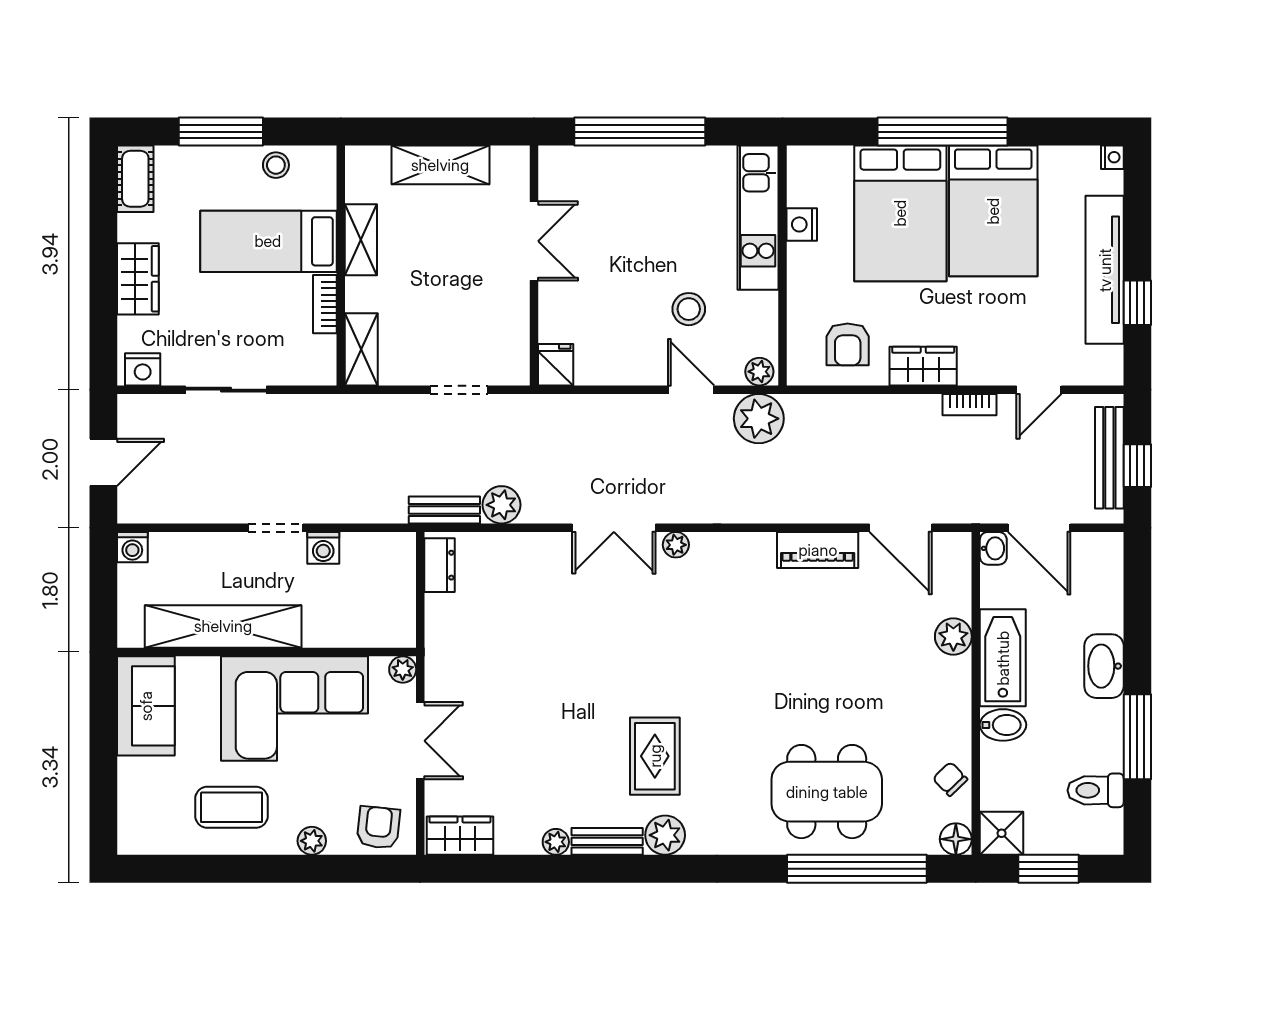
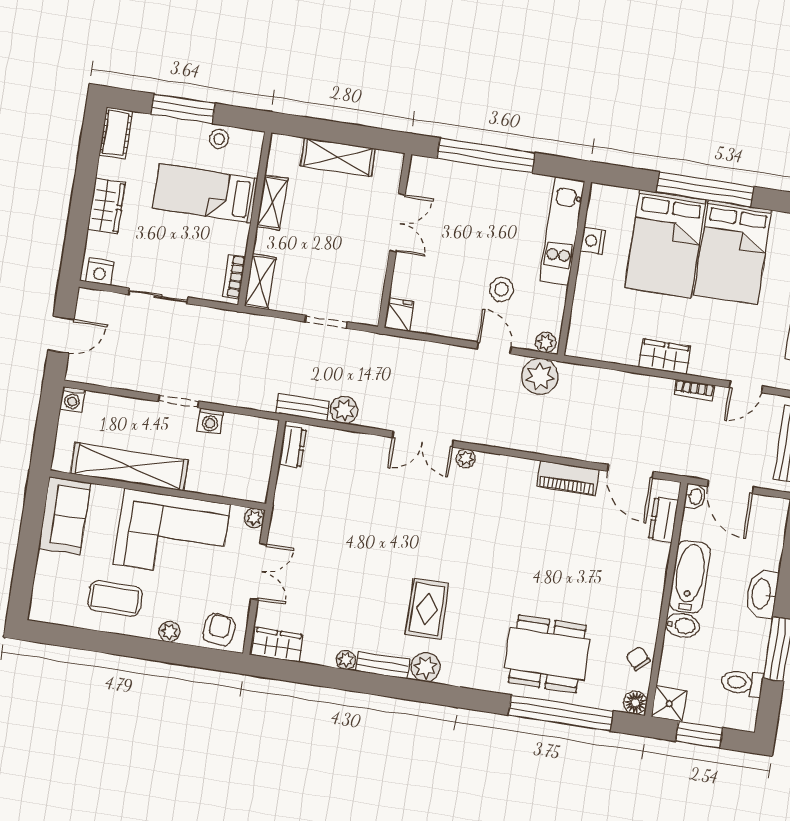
bookcase: (325, 304) -> (234, 277), moved
armchair: (848, 344) -> (613, 333), removed
dresser: (955, 586) -> (663, 520), added
plant: (953, 636) -> (656, 556), removed

